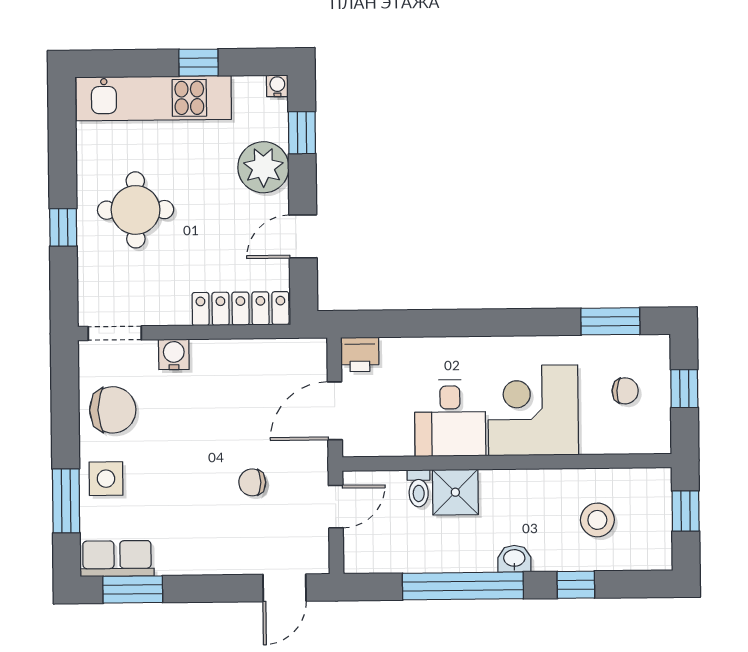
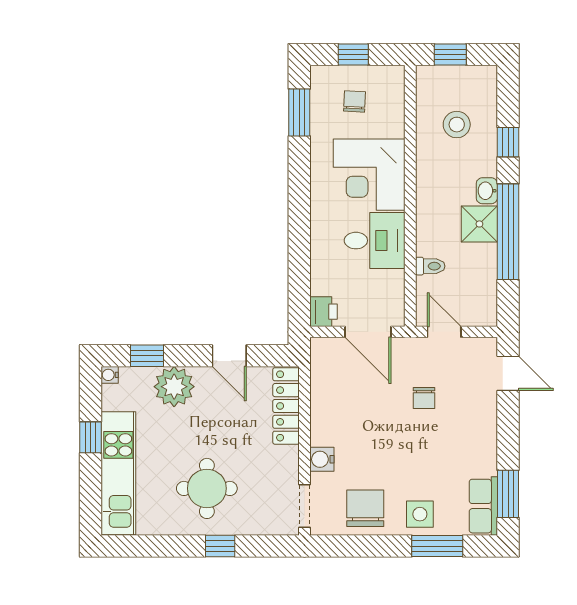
shower: (455, 492) -> (479, 224), moved

